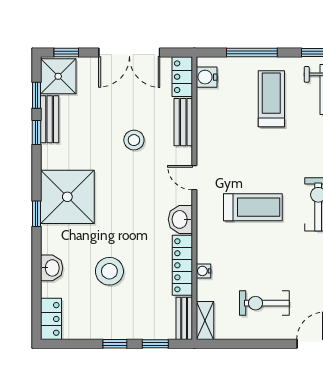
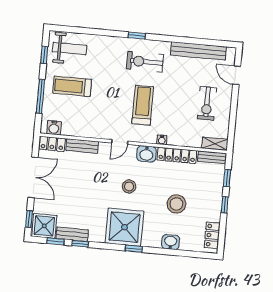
stool: (134, 140) -> (129, 186), moved
water cooler: (203, 271) -> (162, 140), moved
locker: (51, 319) -> (212, 235), moved, turned -90

